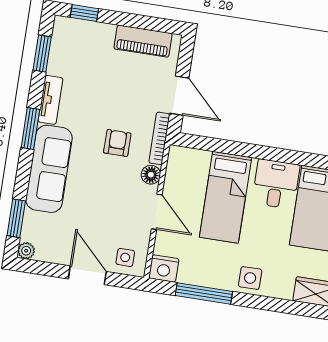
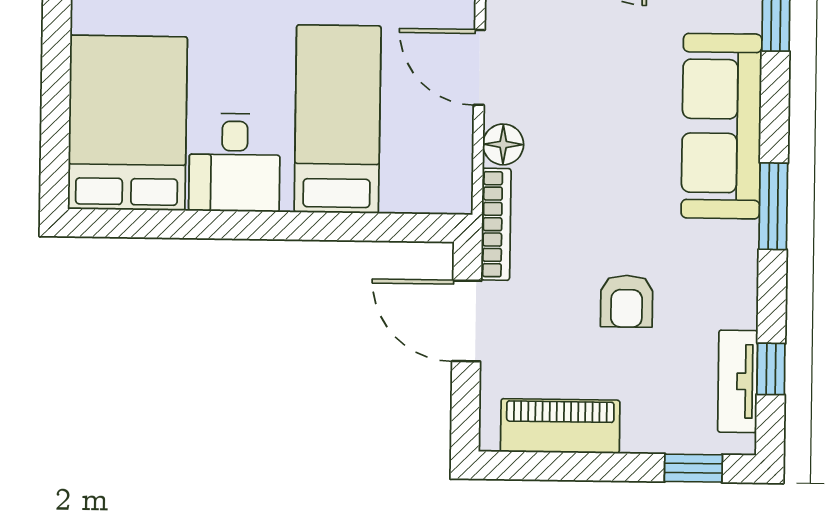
window: (42, 54) -> (771, 369), width x0.67
tv unit: (50, 100) -> (738, 381), moved
armchair: (117, 143) -> (627, 301), moved

